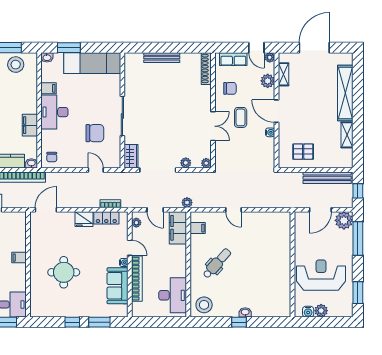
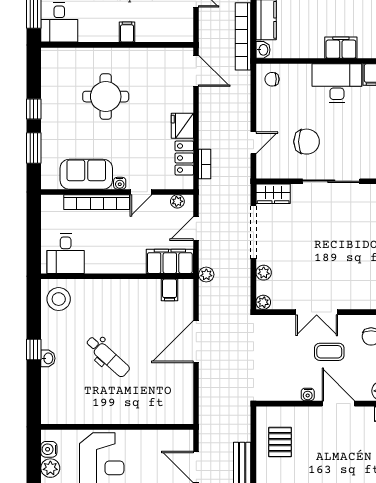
door: (276, 111) -> (338, 404), hinge flipped
filing cabinet: (30, 125) -> (341, 48), moved
chair: (95, 133) -> (307, 142), turned -90
door: (234, 210) -> (196, 342), width x1.88
dental chair: (217, 263) -> (108, 357), moved
desk: (173, 295) -> (66, 254), width x0.73

